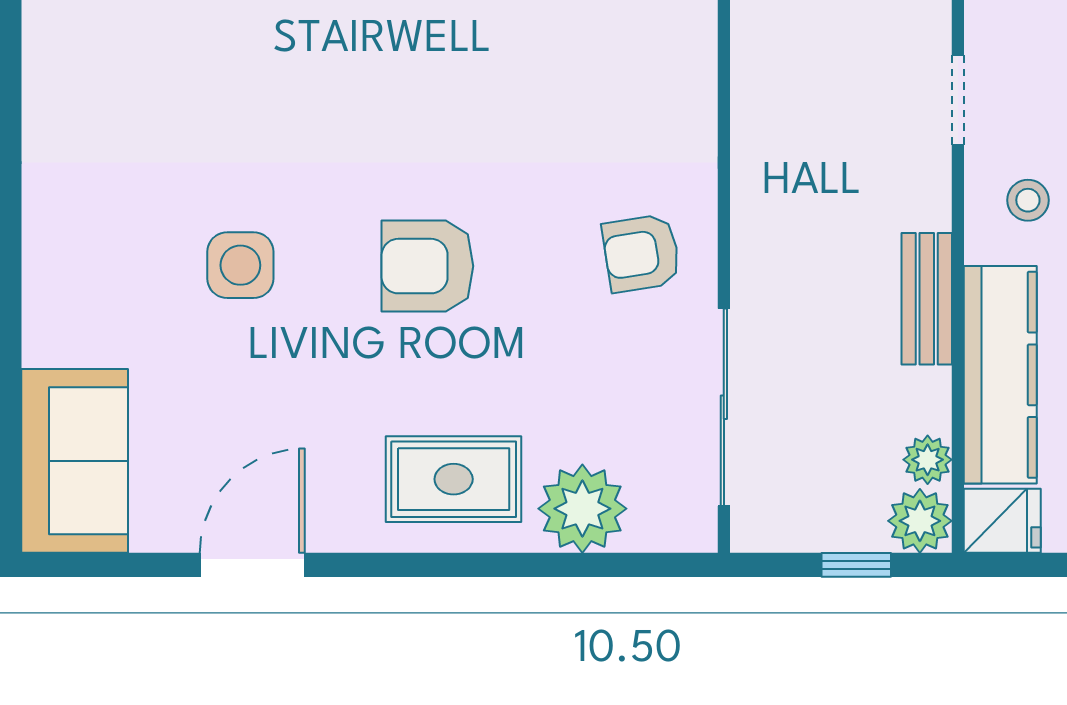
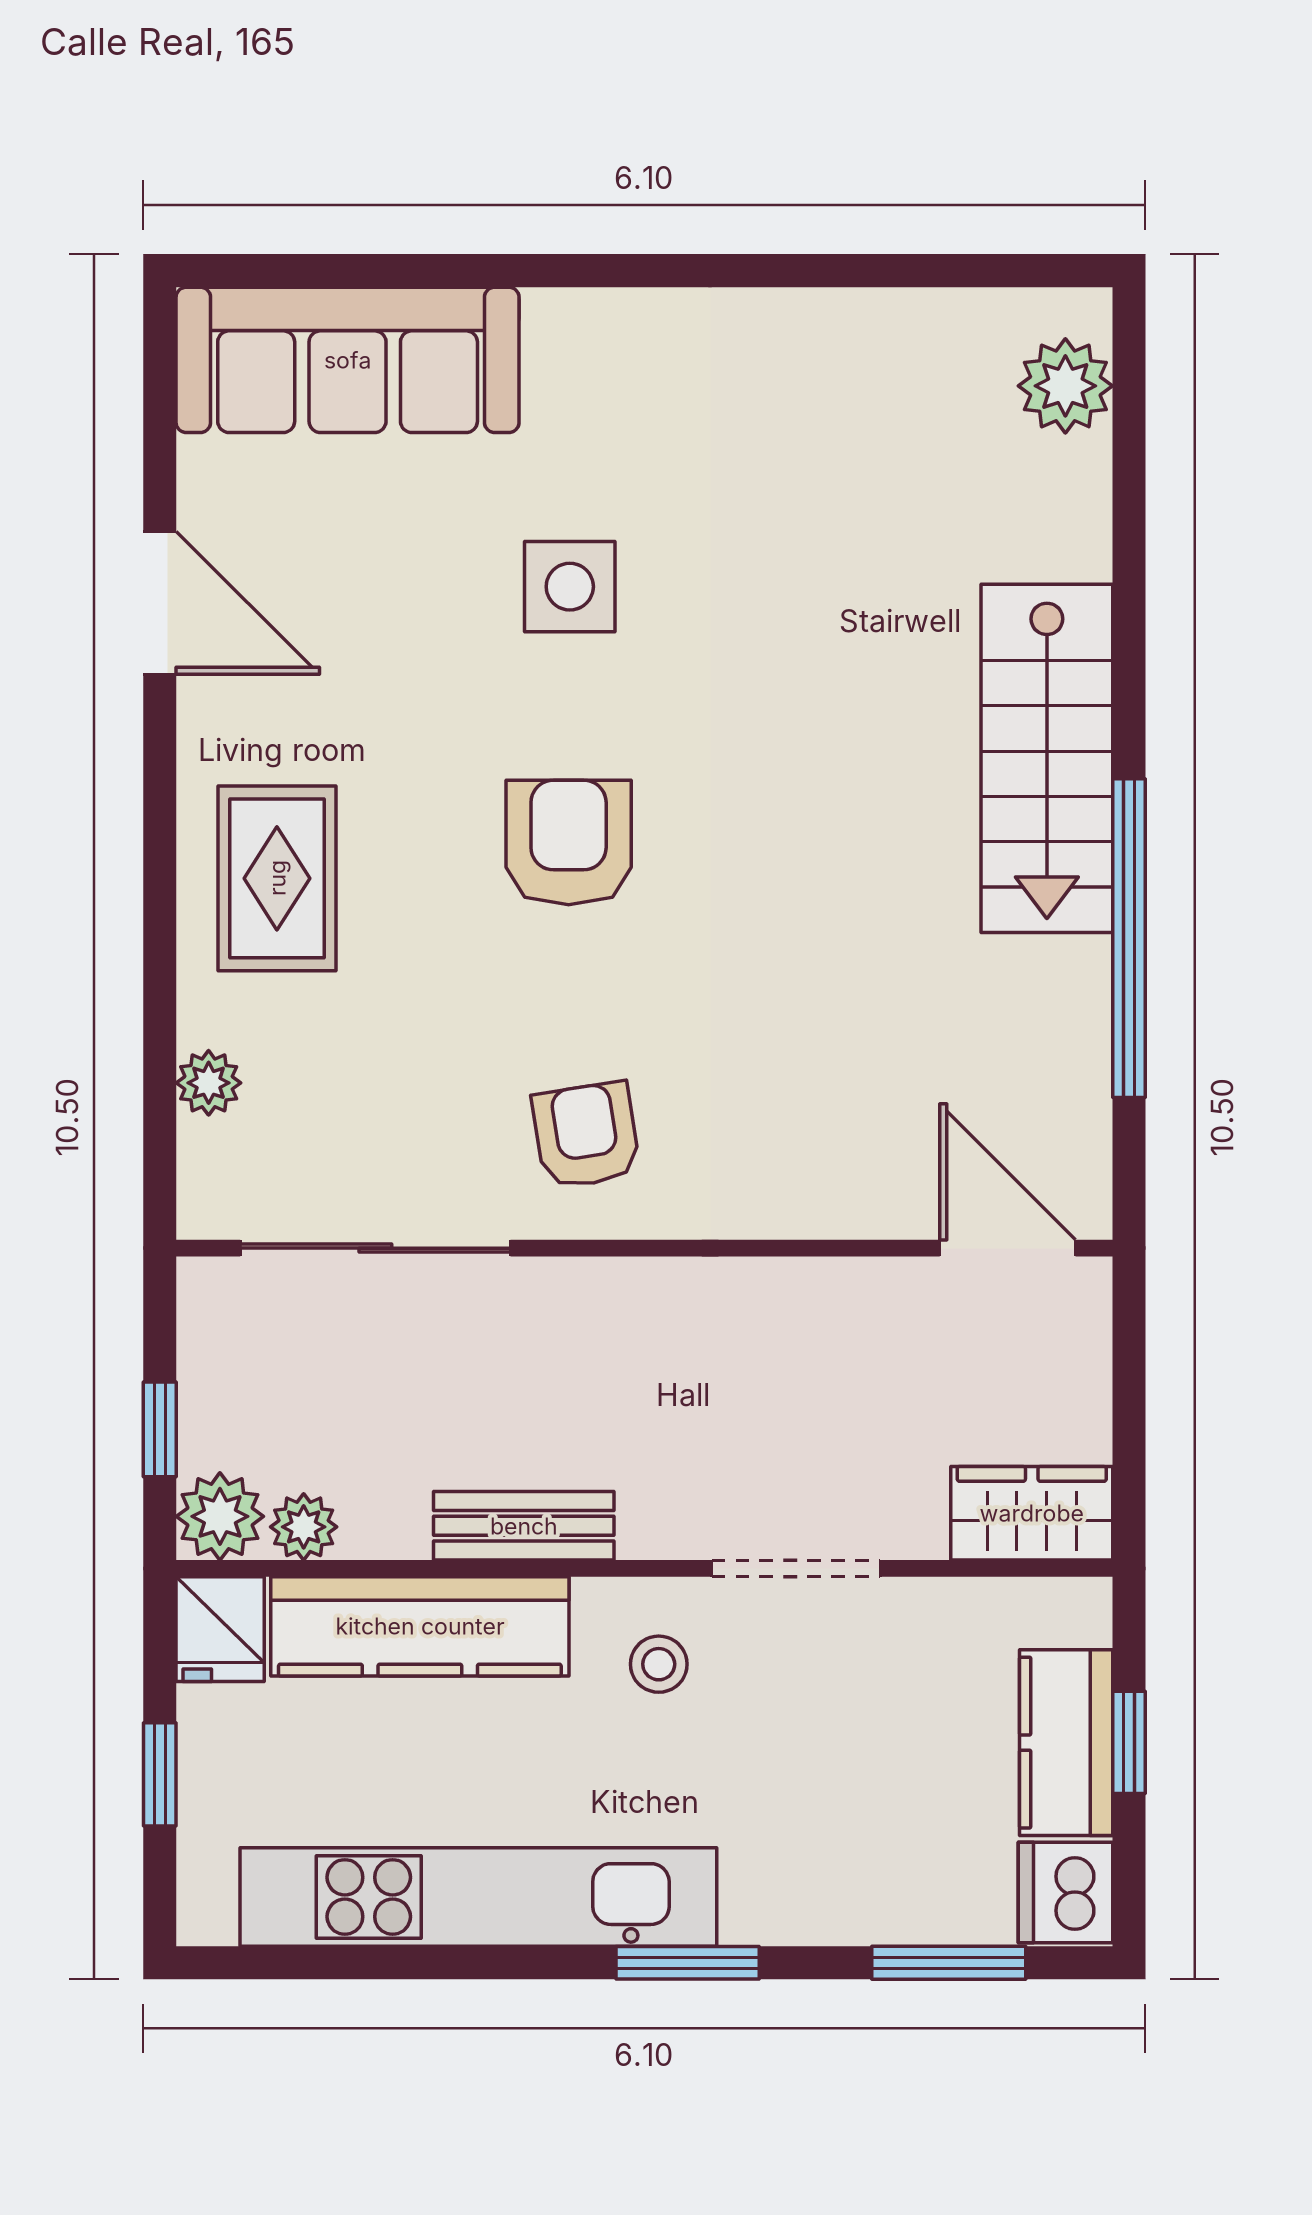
doorway: (958, 100) -> (796, 1568), width x1.38
sofa: (75, 461) -> (348, 360), width x1.36
plant: (582, 509) -> (209, 1083), width x0.53, depth x0.53

